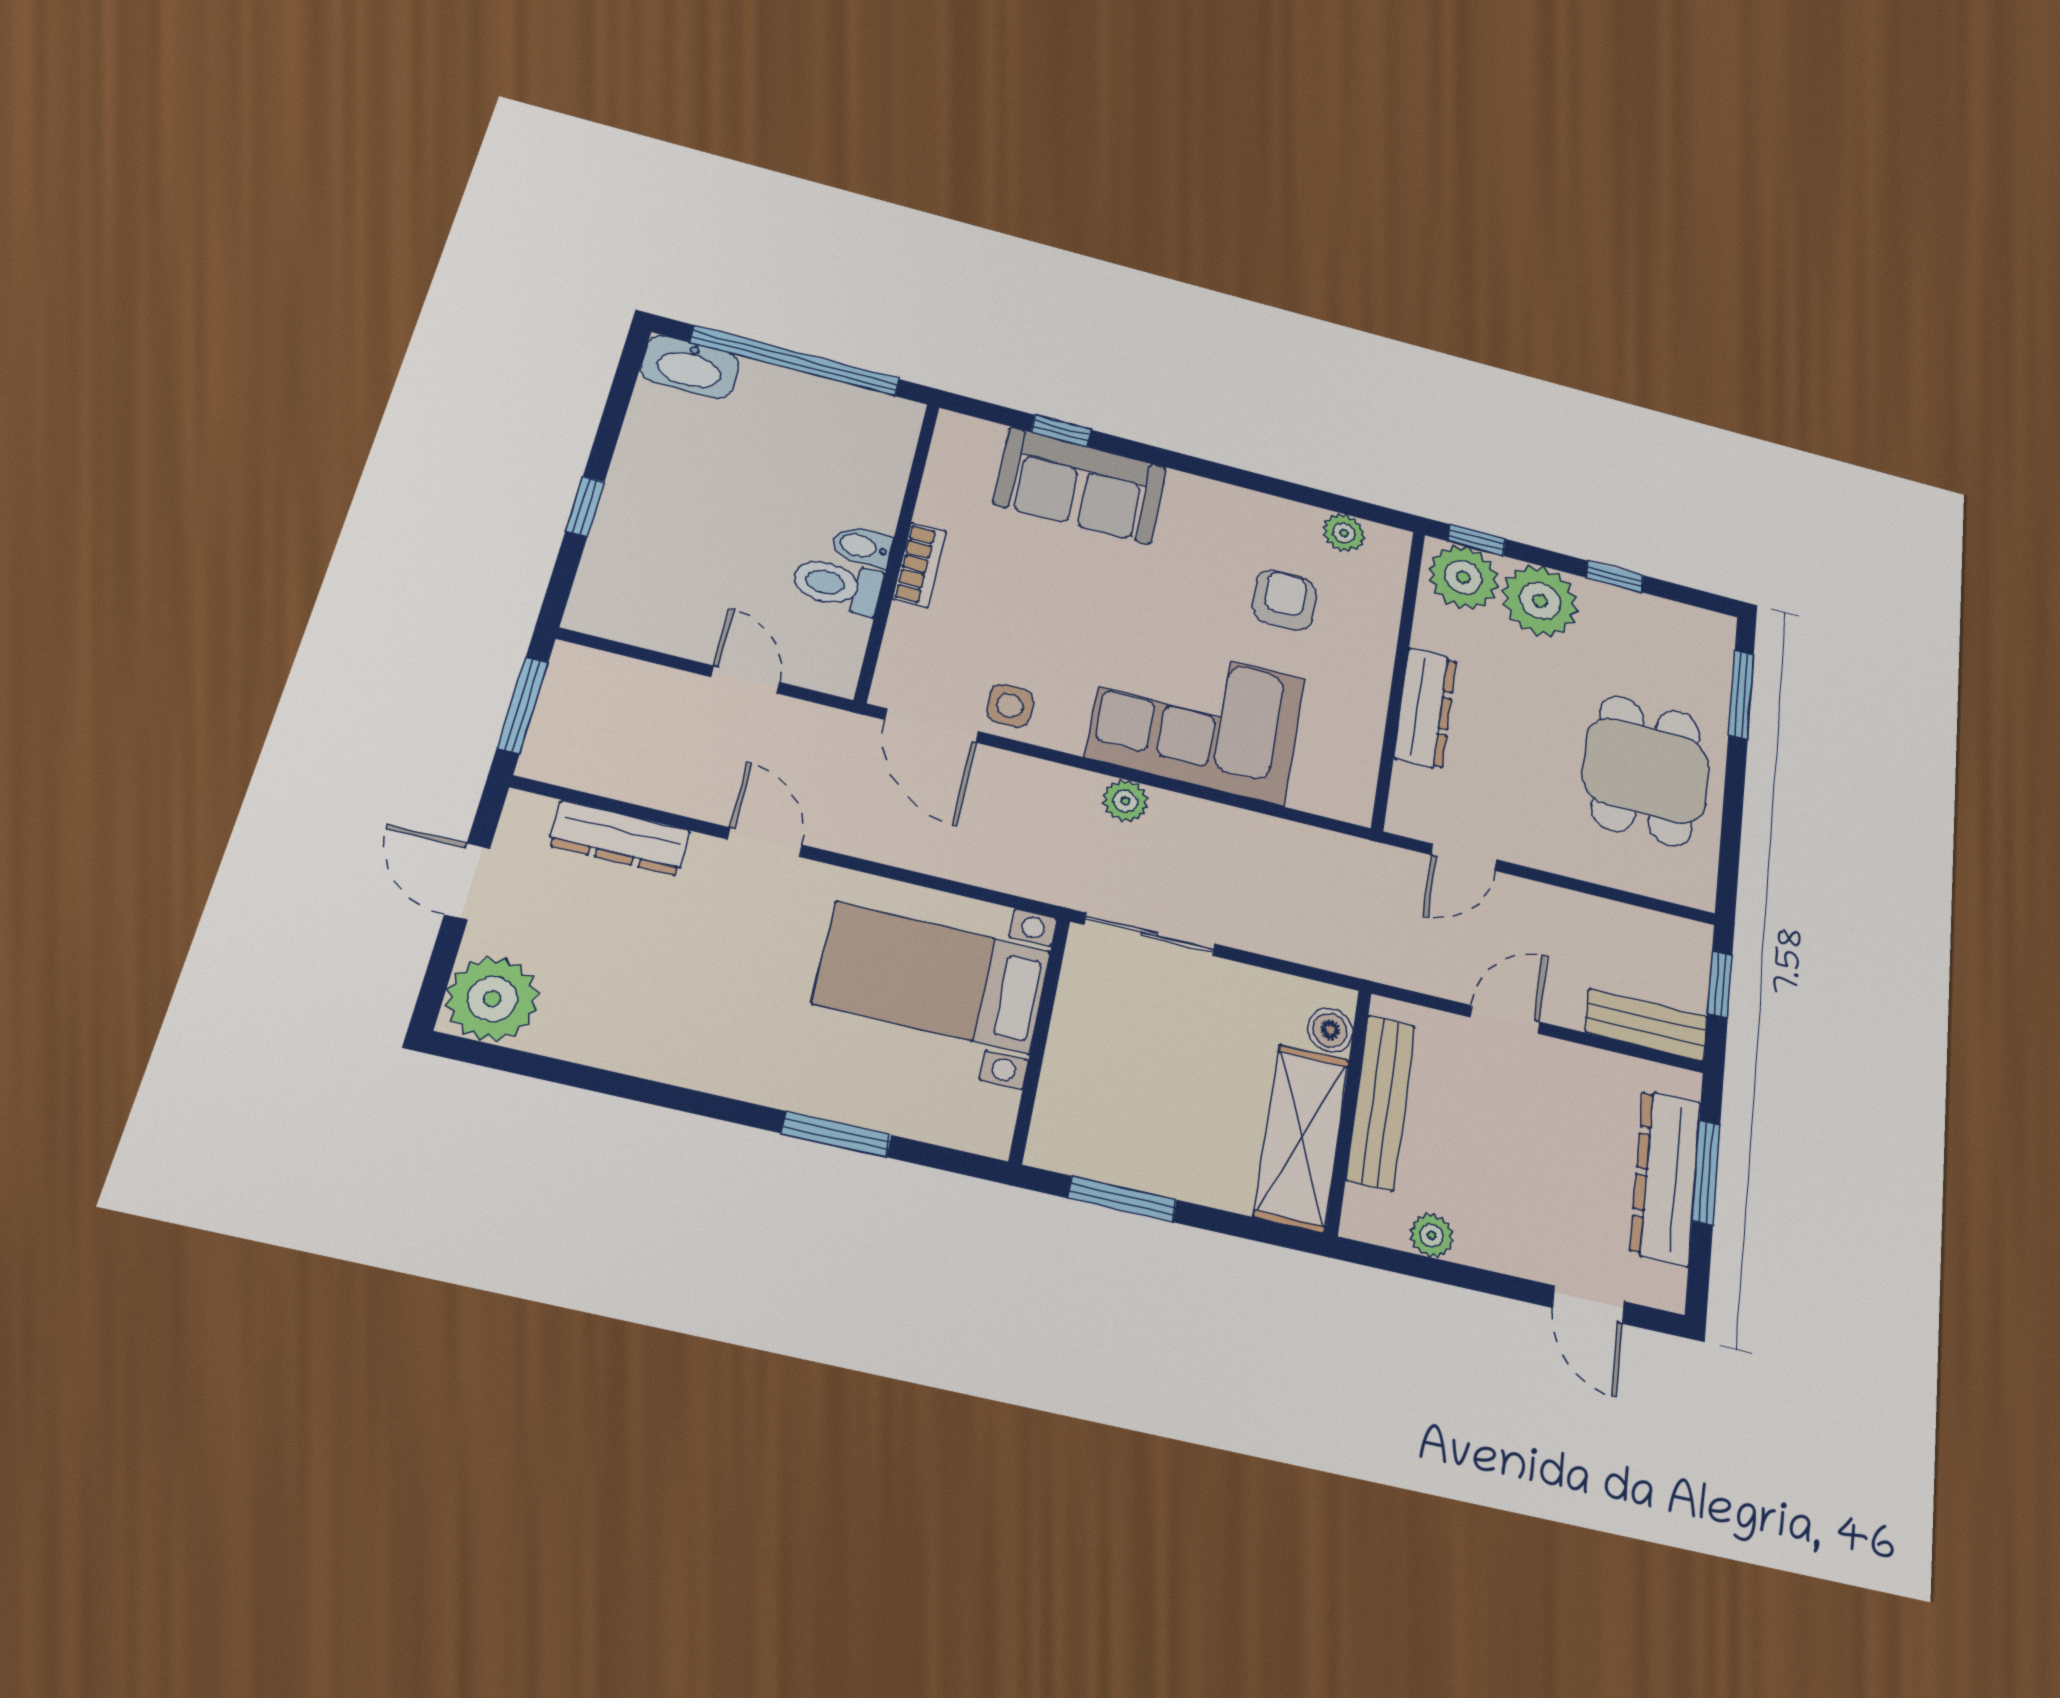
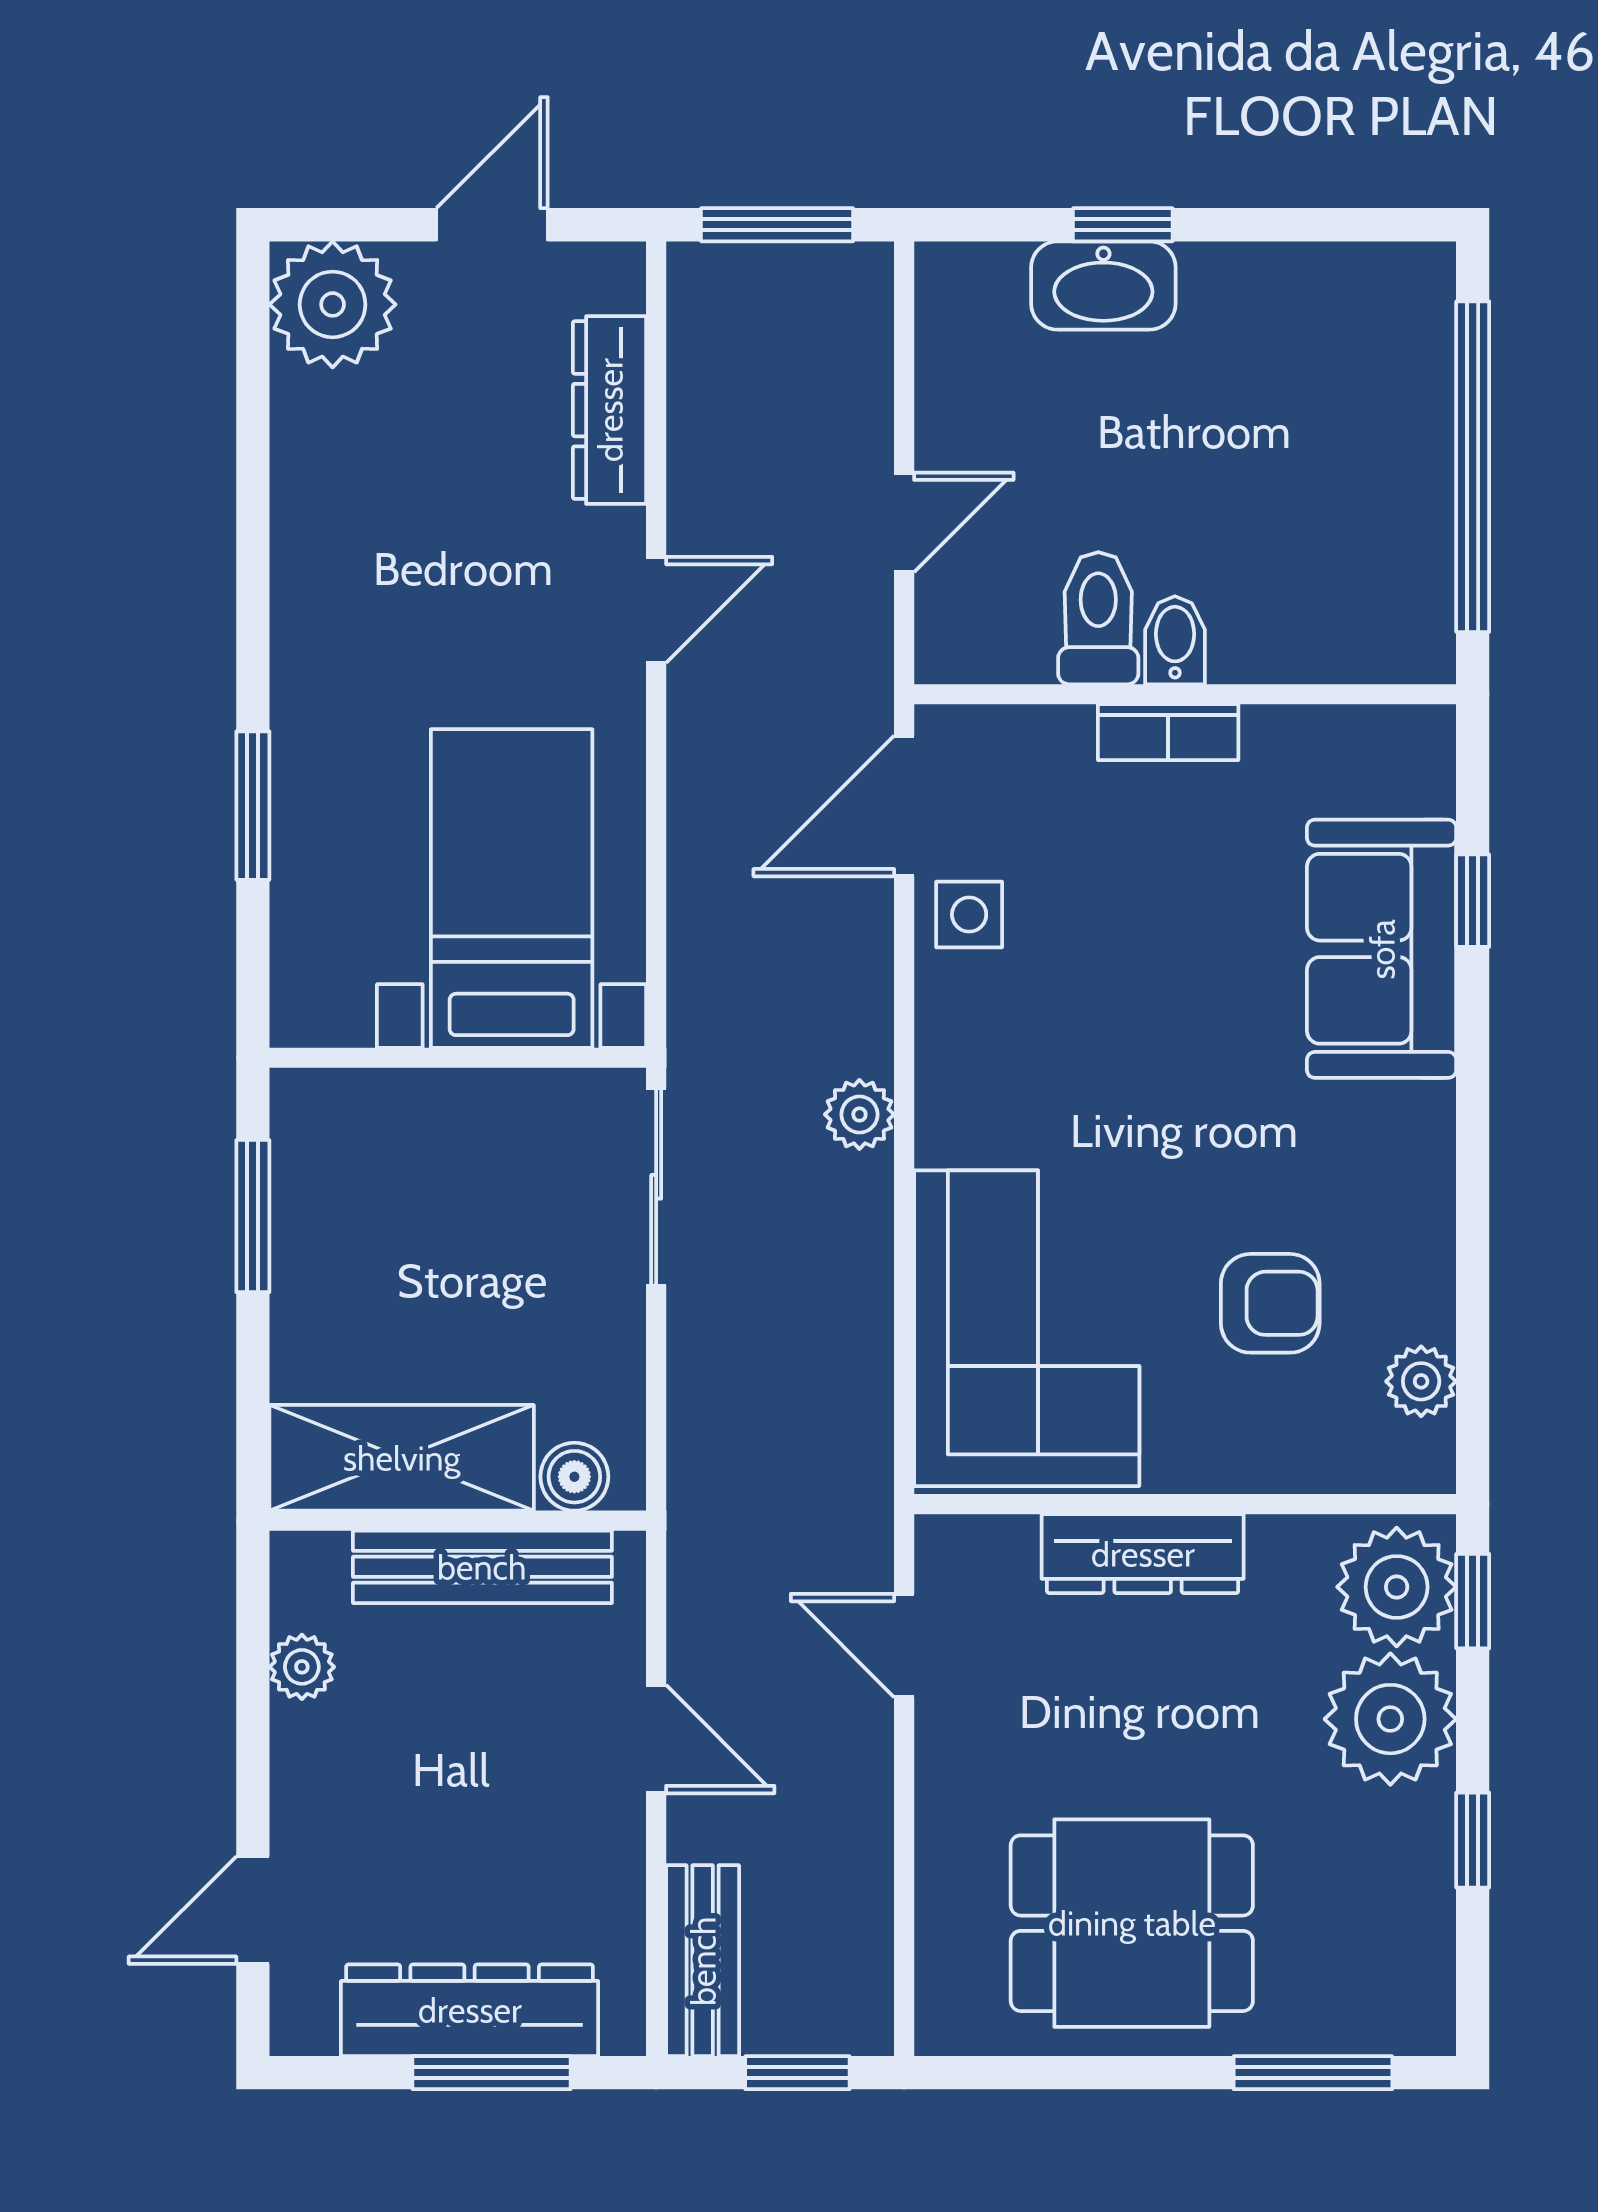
washbasin: (690, 367) -> (1103, 285), moved, turned -90
corner sofa: (1196, 718) -> (1027, 1328), moved

